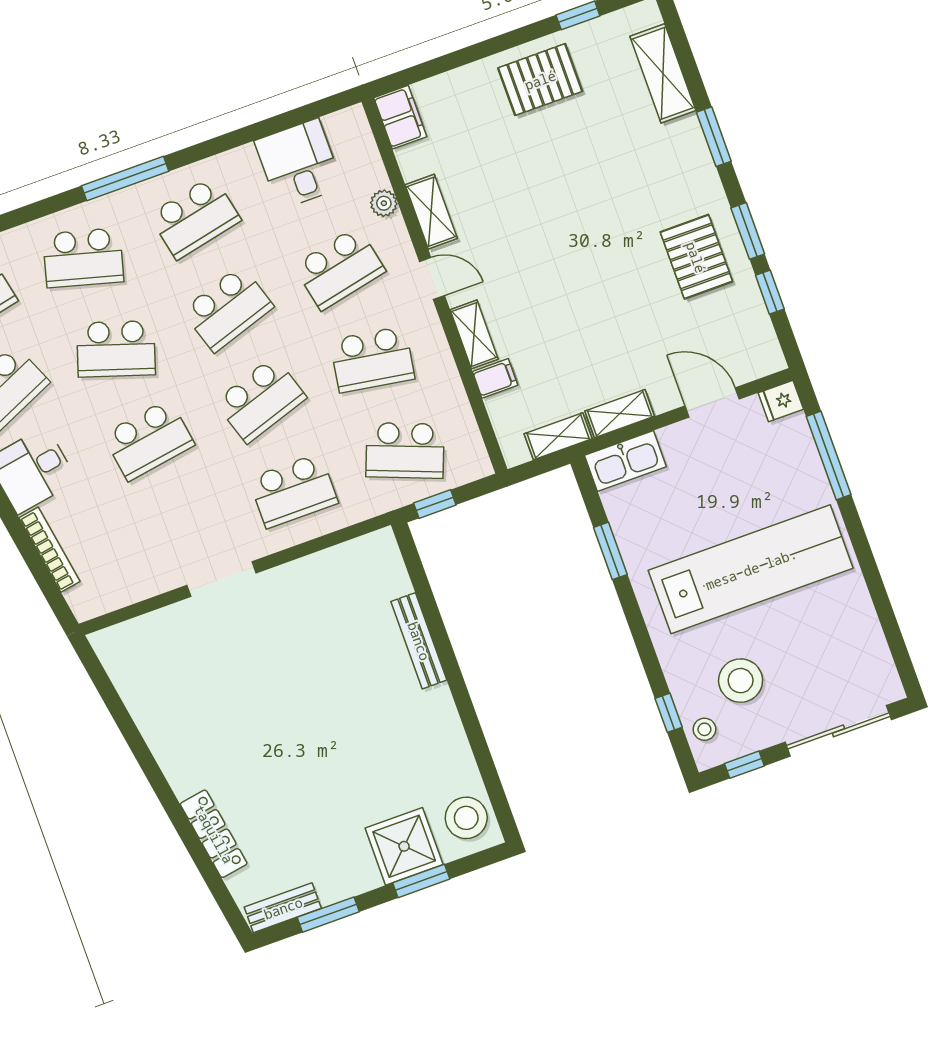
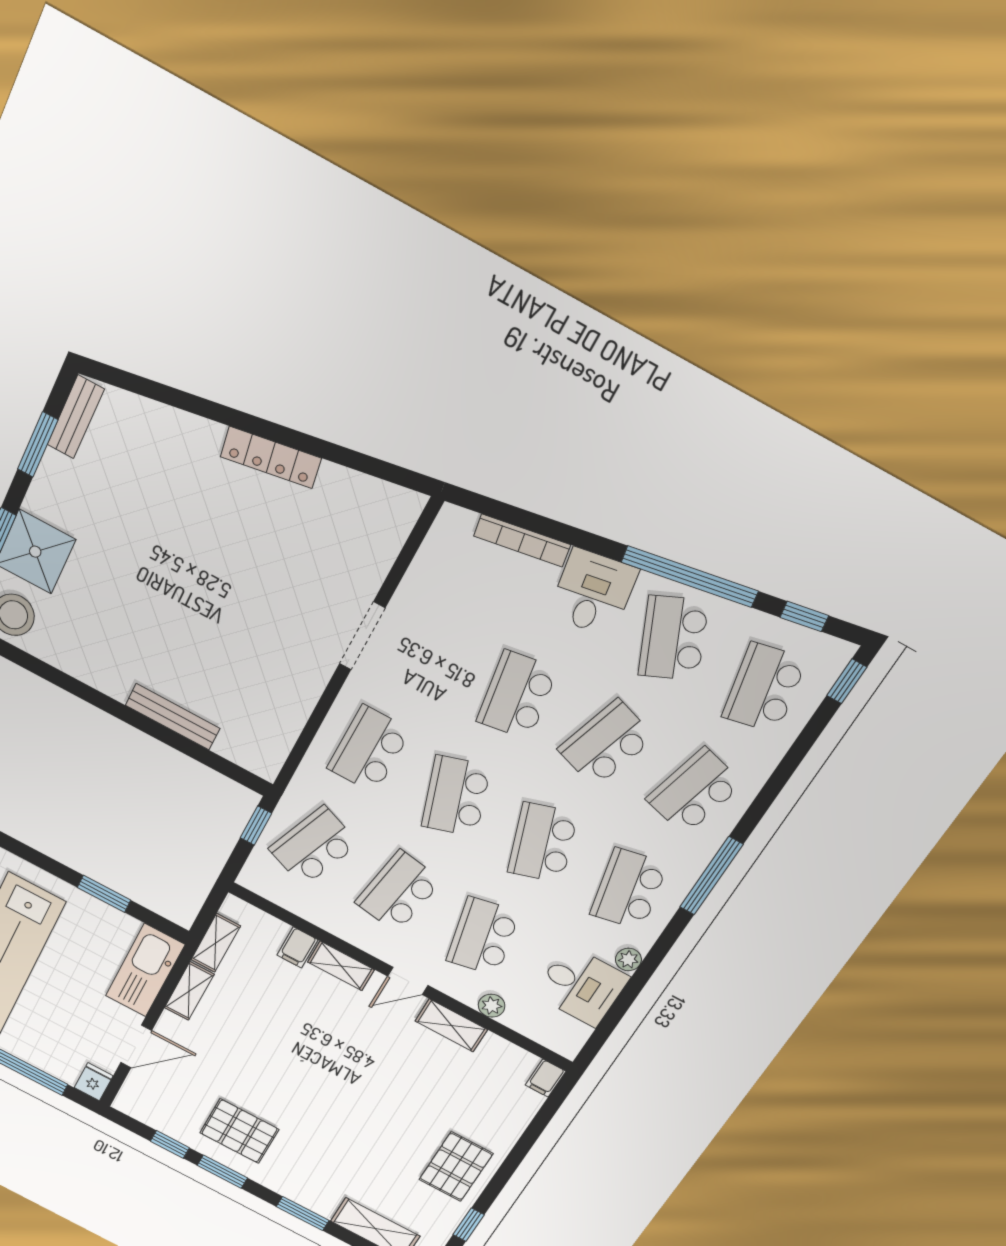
filing cabinet: (400, 117) -> (546, 1078), width x0.50
plant: (244, 158) -> (628, 959), added
kitchen sink: (625, 461) -> (145, 970), width x1.36, depth x1.24
locker: (214, 834) -> (271, 457), moved

